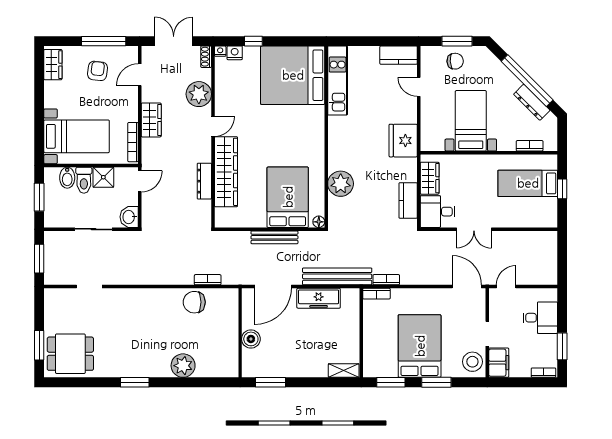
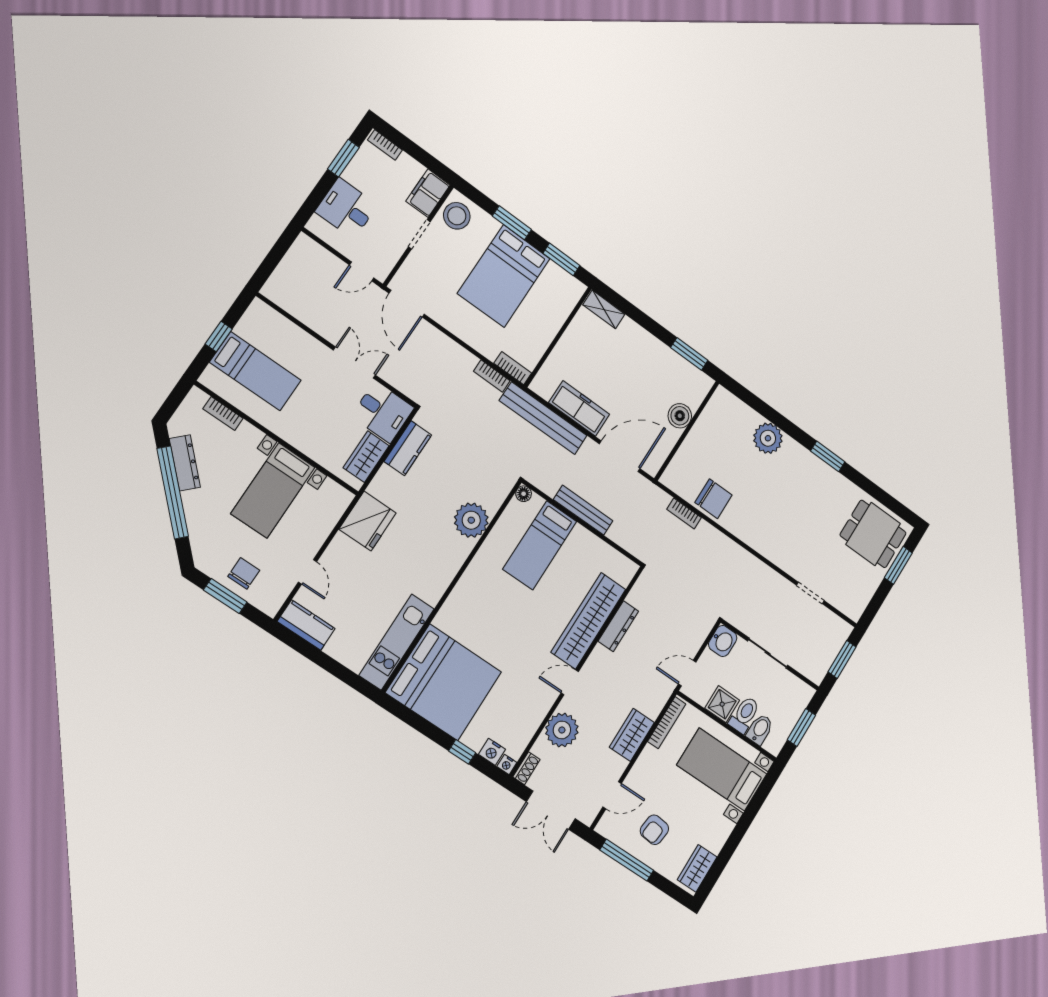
chair: (455, 61) -> (244, 573), turned 93
bed: (288, 197) -> (540, 545), width x0.67

